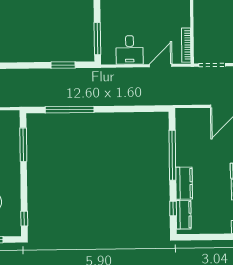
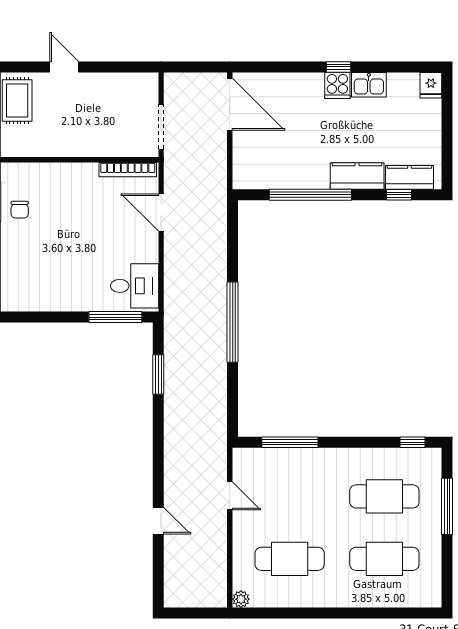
desk: (130, 50) -> (135, 286), moved
window: (70, 110) -> (233, 322), moved

